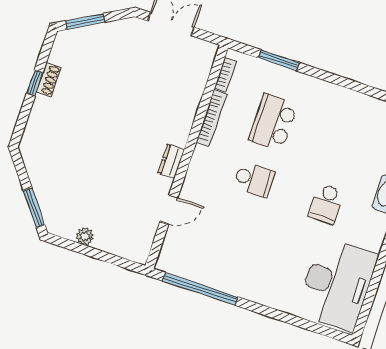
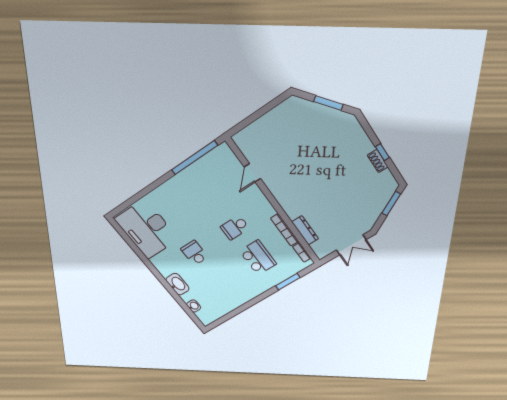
dresser: (171, 161) -> (305, 230), moved, width x1.44
window: (34, 208) -> (328, 103), moved
plant: (85, 236) -> (273, 115), removed

